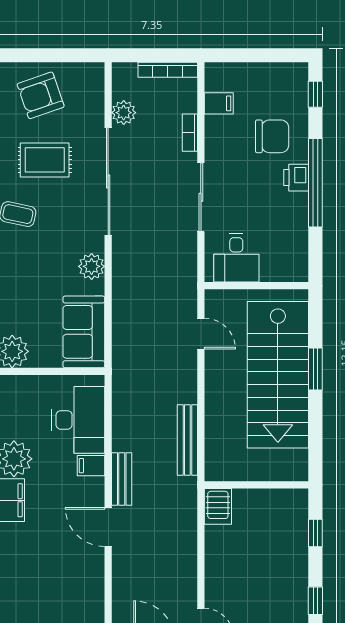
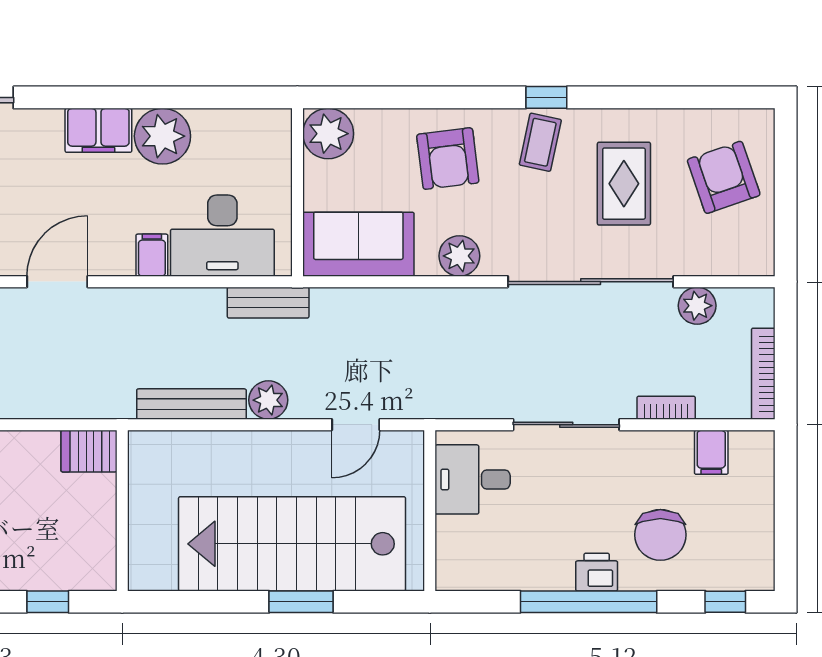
armchair: (28, 274) -> (448, 159), added
plant: (185, 390) -> (268, 400), added
bench: (122, 479) -> (268, 303), moved

